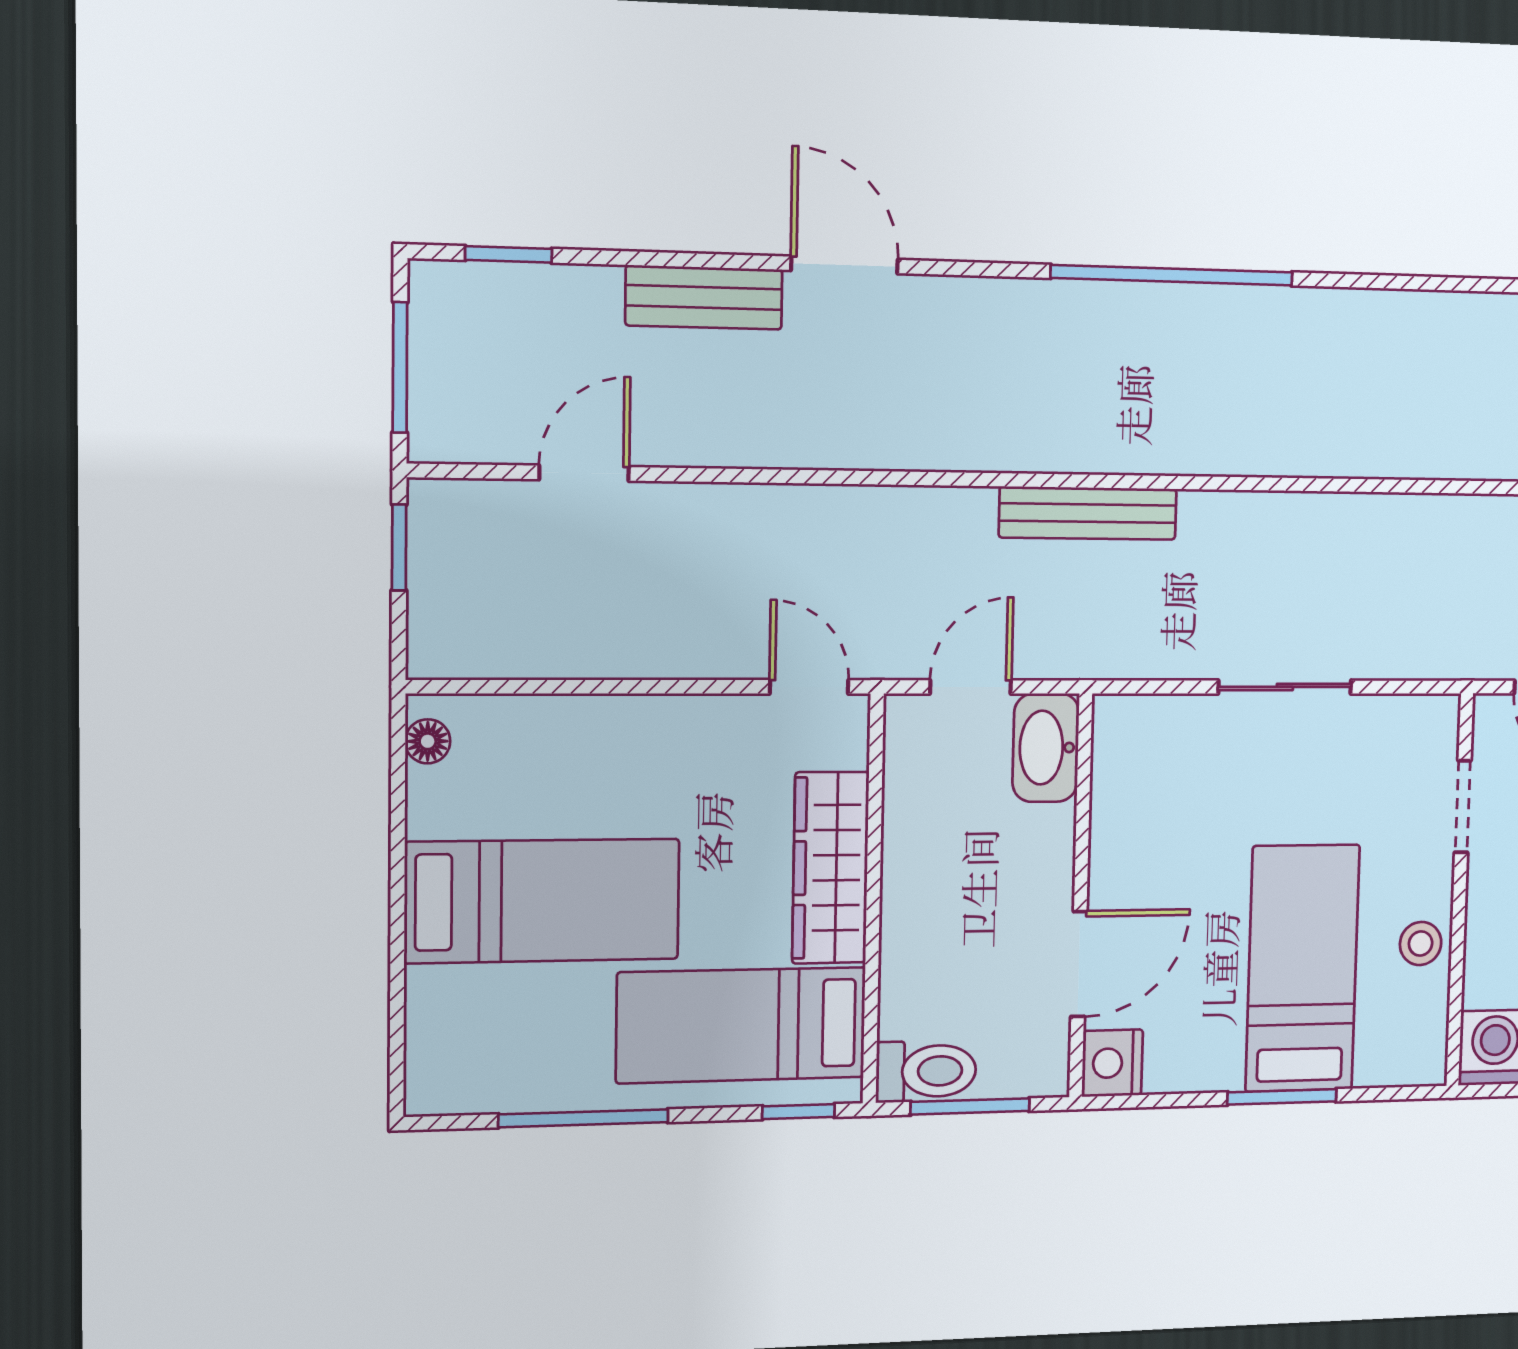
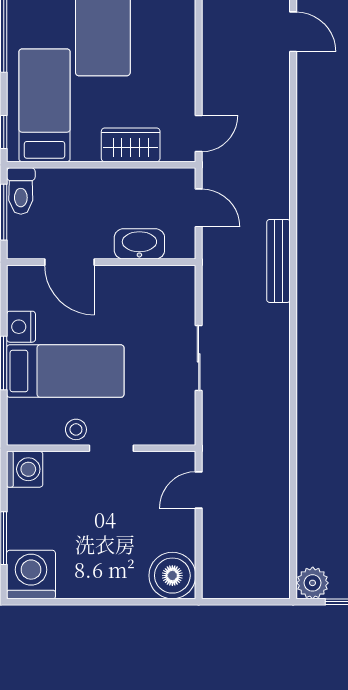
washbasin: (1046, 748) -> (139, 244), moved
doorway: (1463, 807) -> (111, 448), moved
wardrobe: (831, 868) -> (131, 145), width x0.67
nightstand: (1112, 1063) -> (21, 327), moved, turned -90

